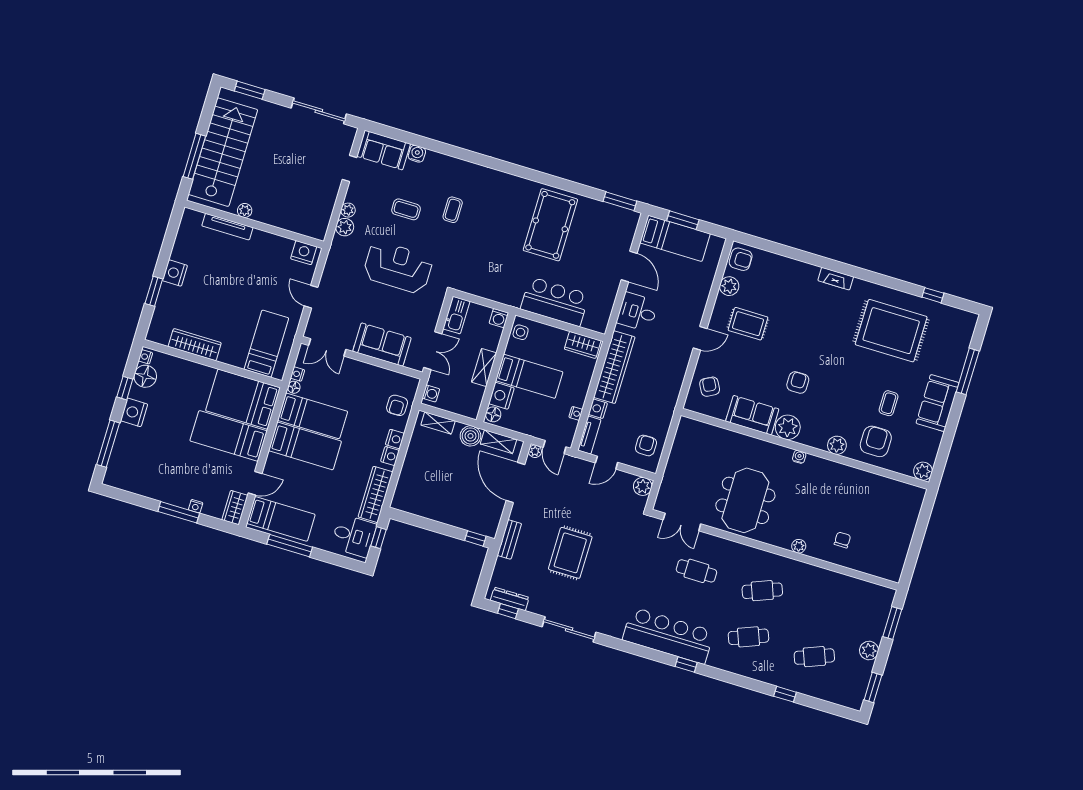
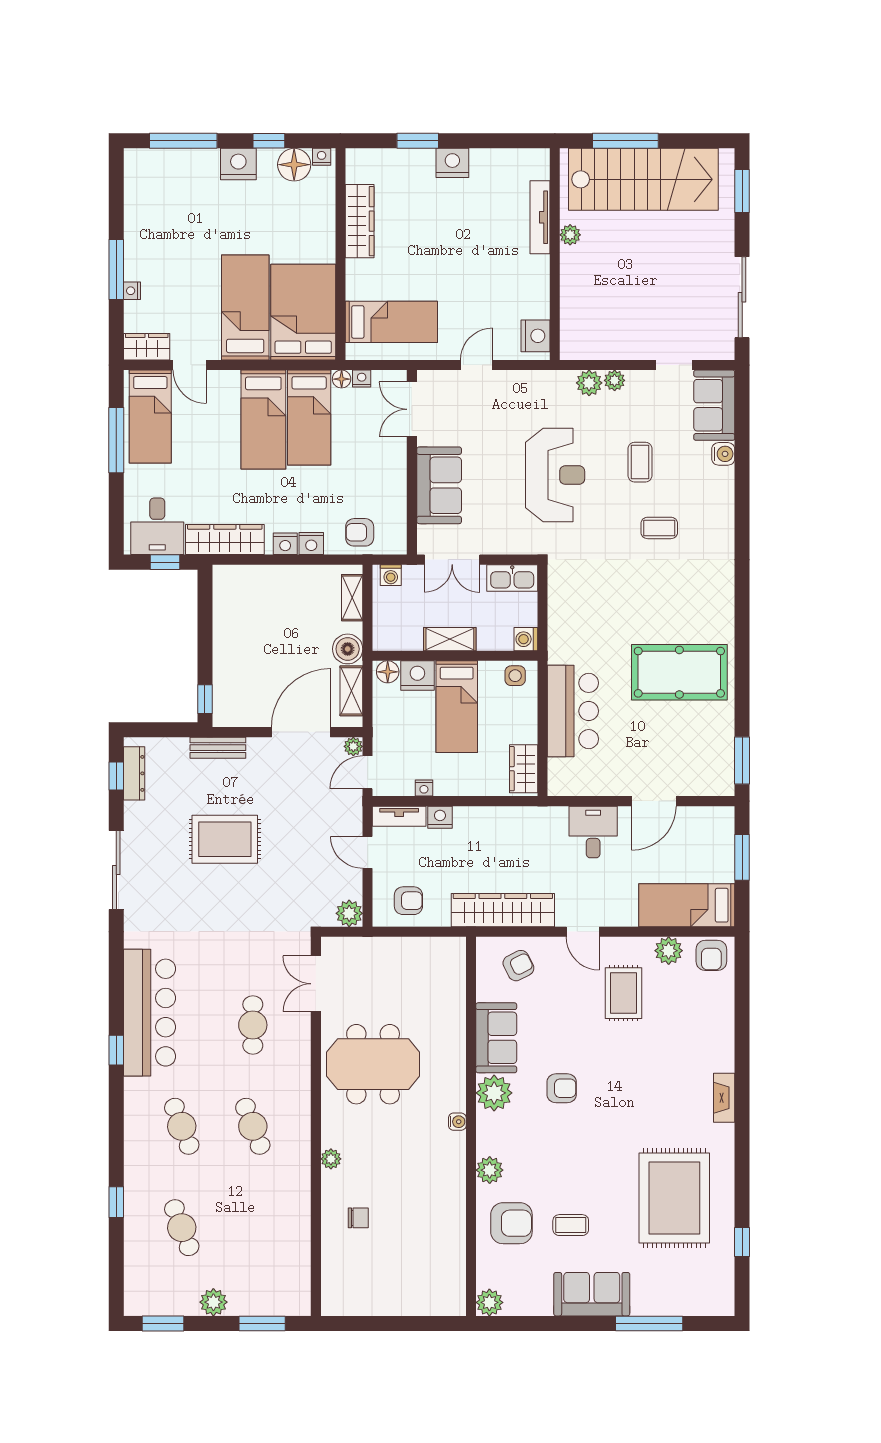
bed: (675, 238) -> (687, 905), moved, turned 90
wardrobe: (614, 367) -> (503, 910), moved, turned 180

